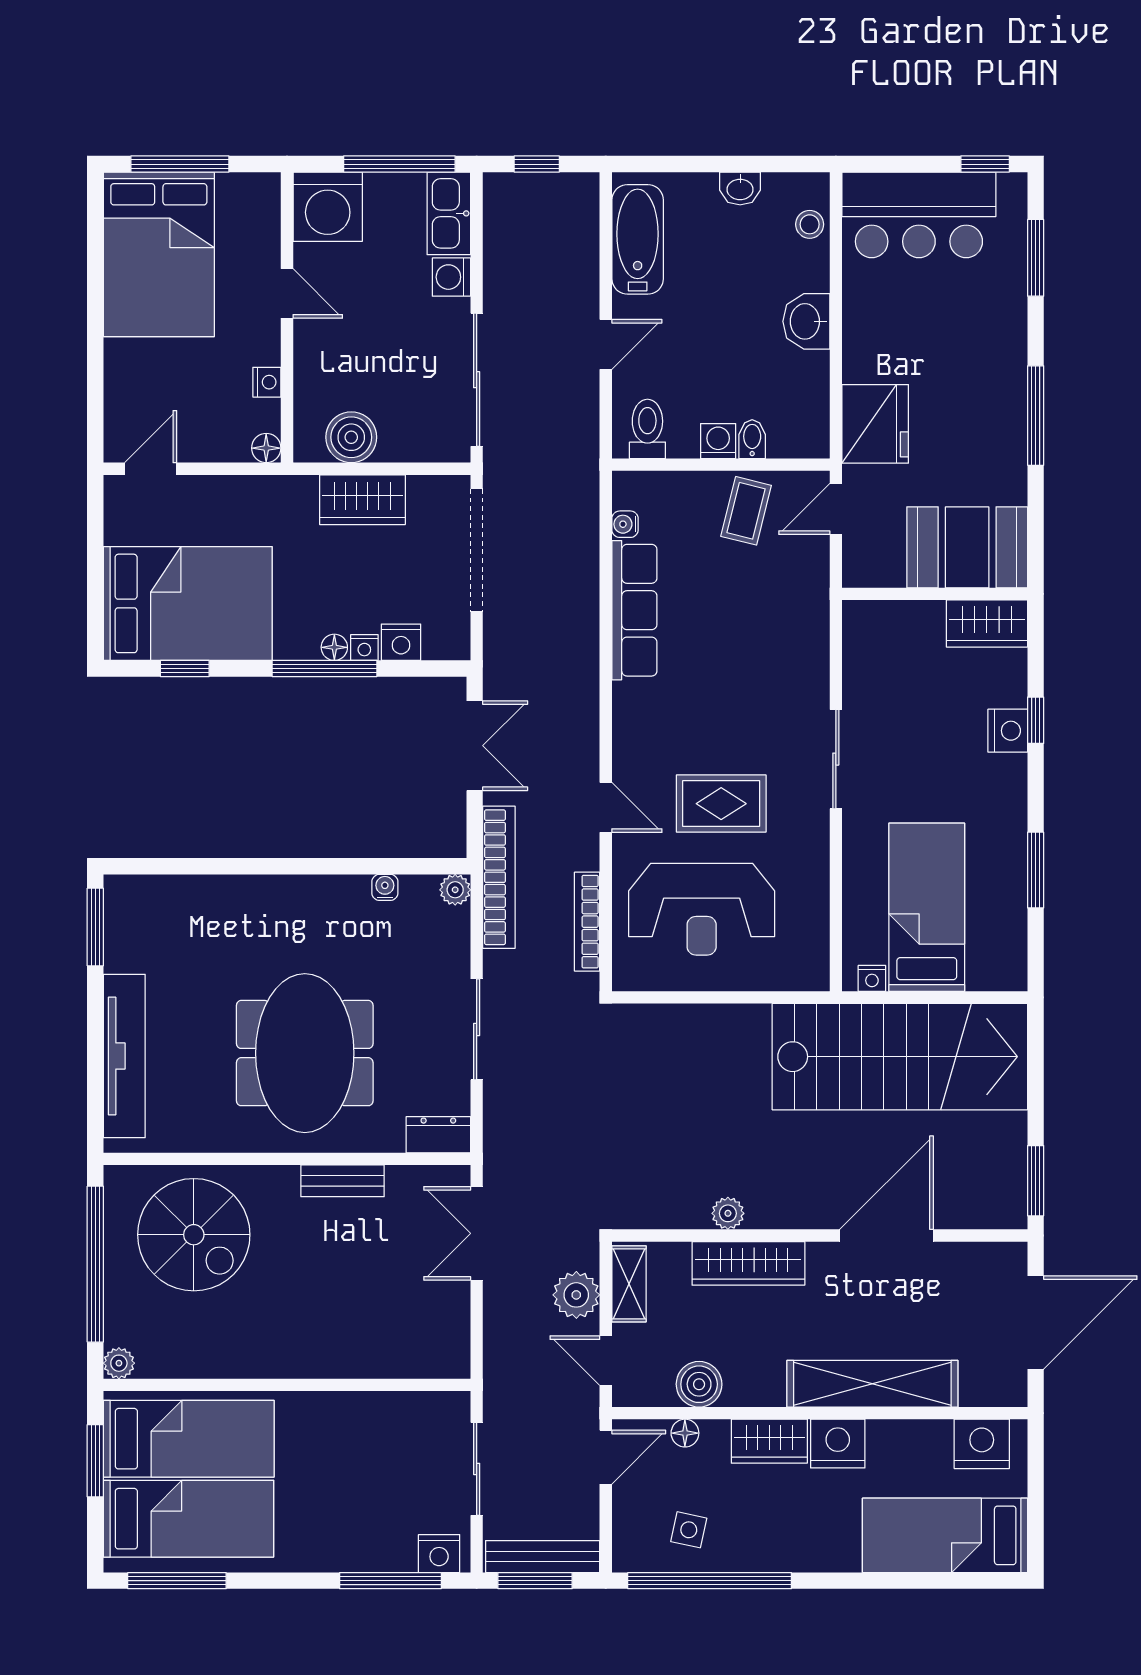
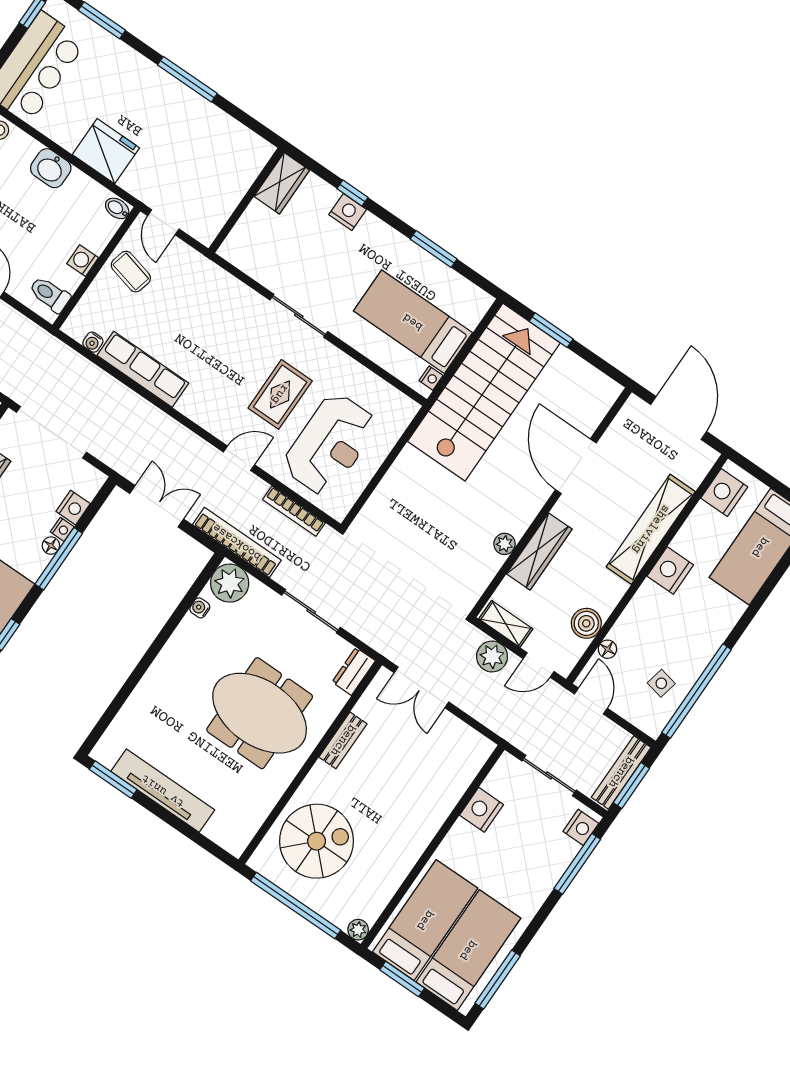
fridge: (875, 424) -> (106, 151), moved
bidet: (752, 439) -> (117, 208), moved
booth: (967, 547) -> (233, 165), removed
plant: (455, 890) -> (230, 583), width x1.88, depth x1.88
tv unit: (124, 1056) -> (163, 791), moved
window: (1036, 1181) -> (551, 330), moved
nightstand: (375, 1414) -> (481, 810), added
wardrobe: (769, 1441) -> (643, 607), removed

